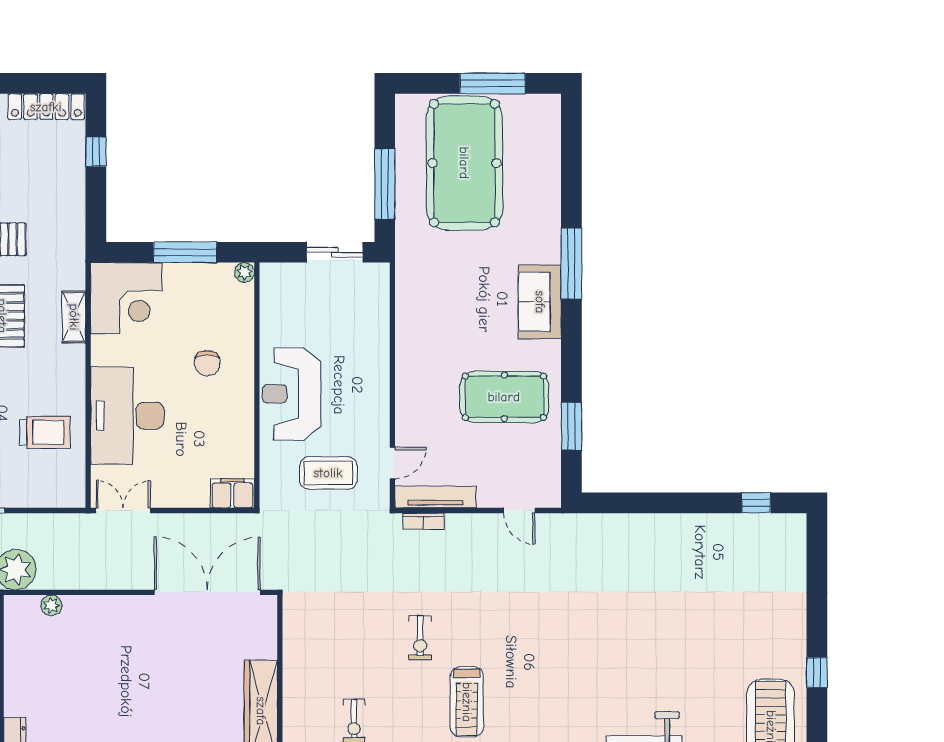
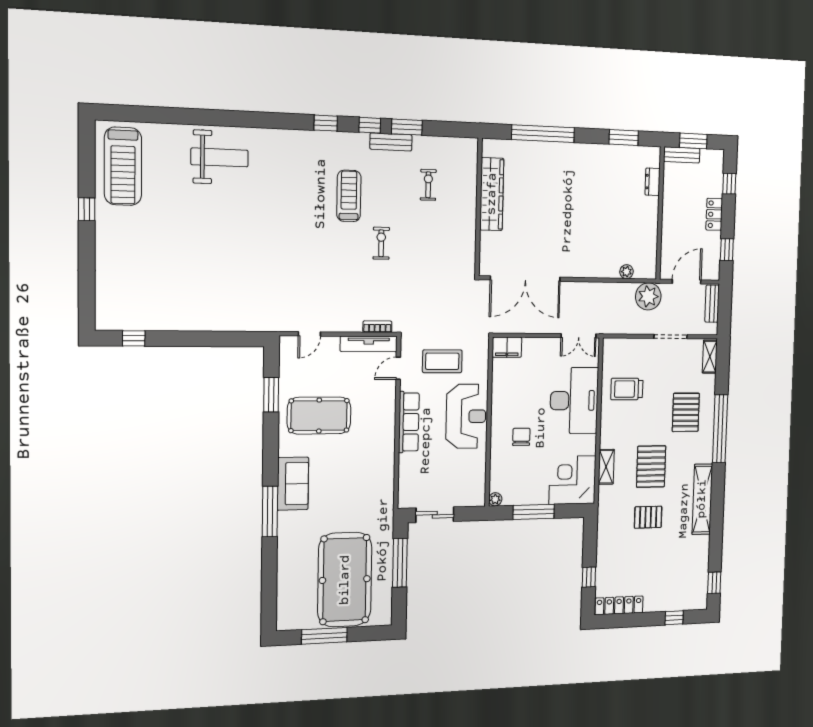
row of seats: (376, 386) -> (409, 422), added
door: (519, 511) -> (309, 334), swing flipped

